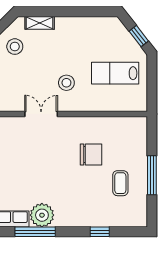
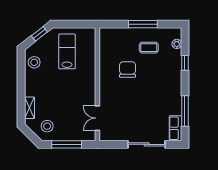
lab bench: (115, 73) -> (67, 51), turned 180
stool: (66, 83) -> (34, 62), moved
double door: (41, 114) -> (97, 118), moved
plant: (42, 215) -> (177, 44), moved, width x0.53, depth x0.53

